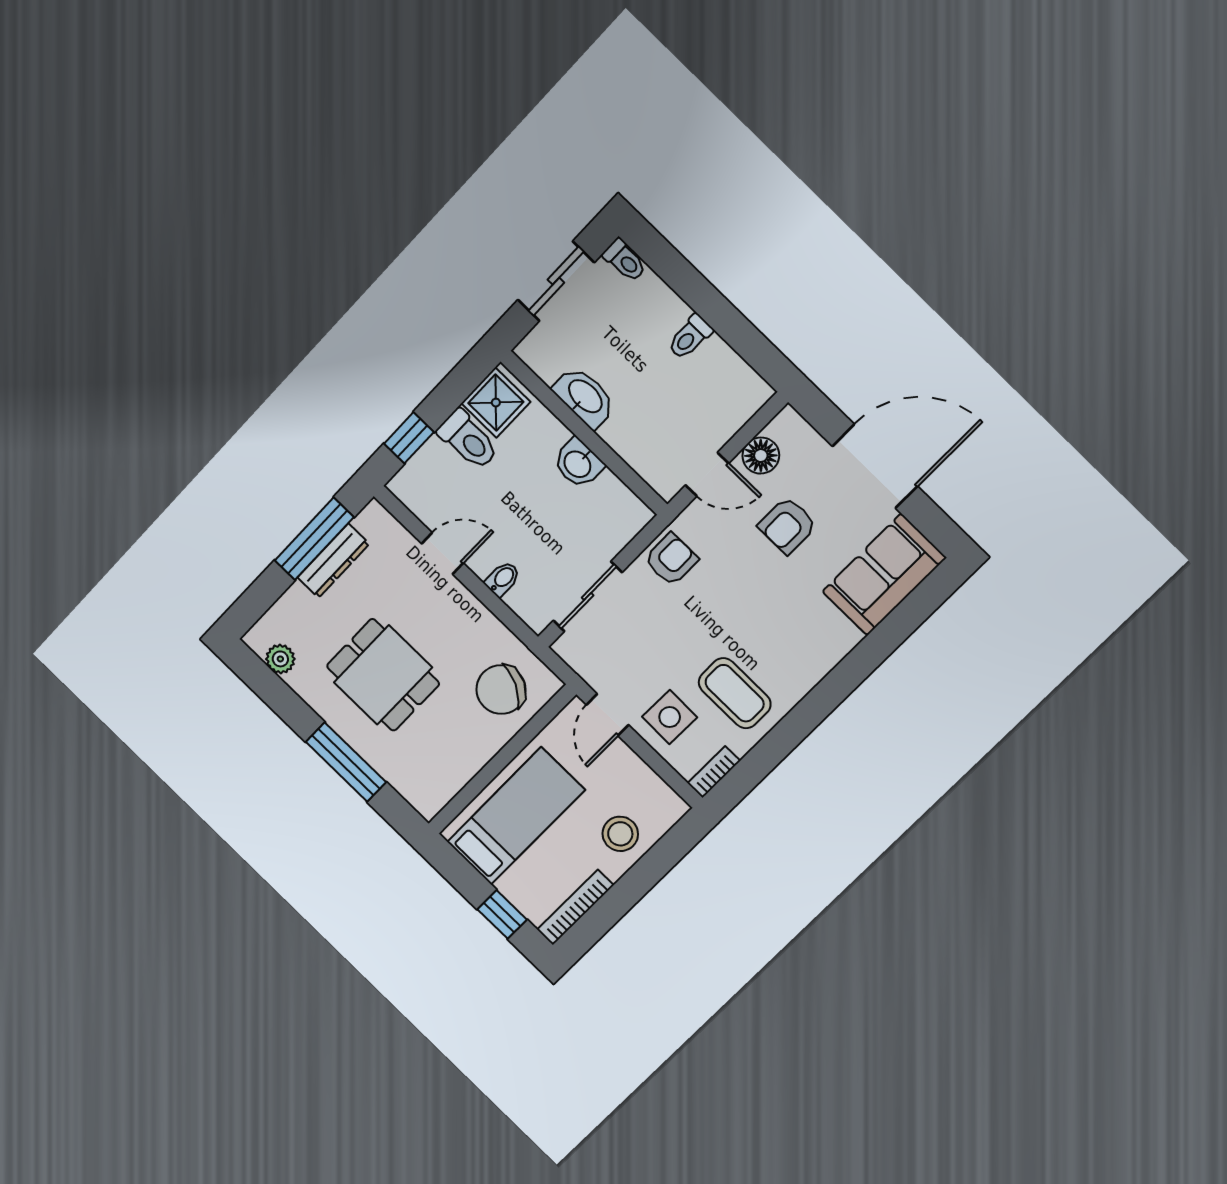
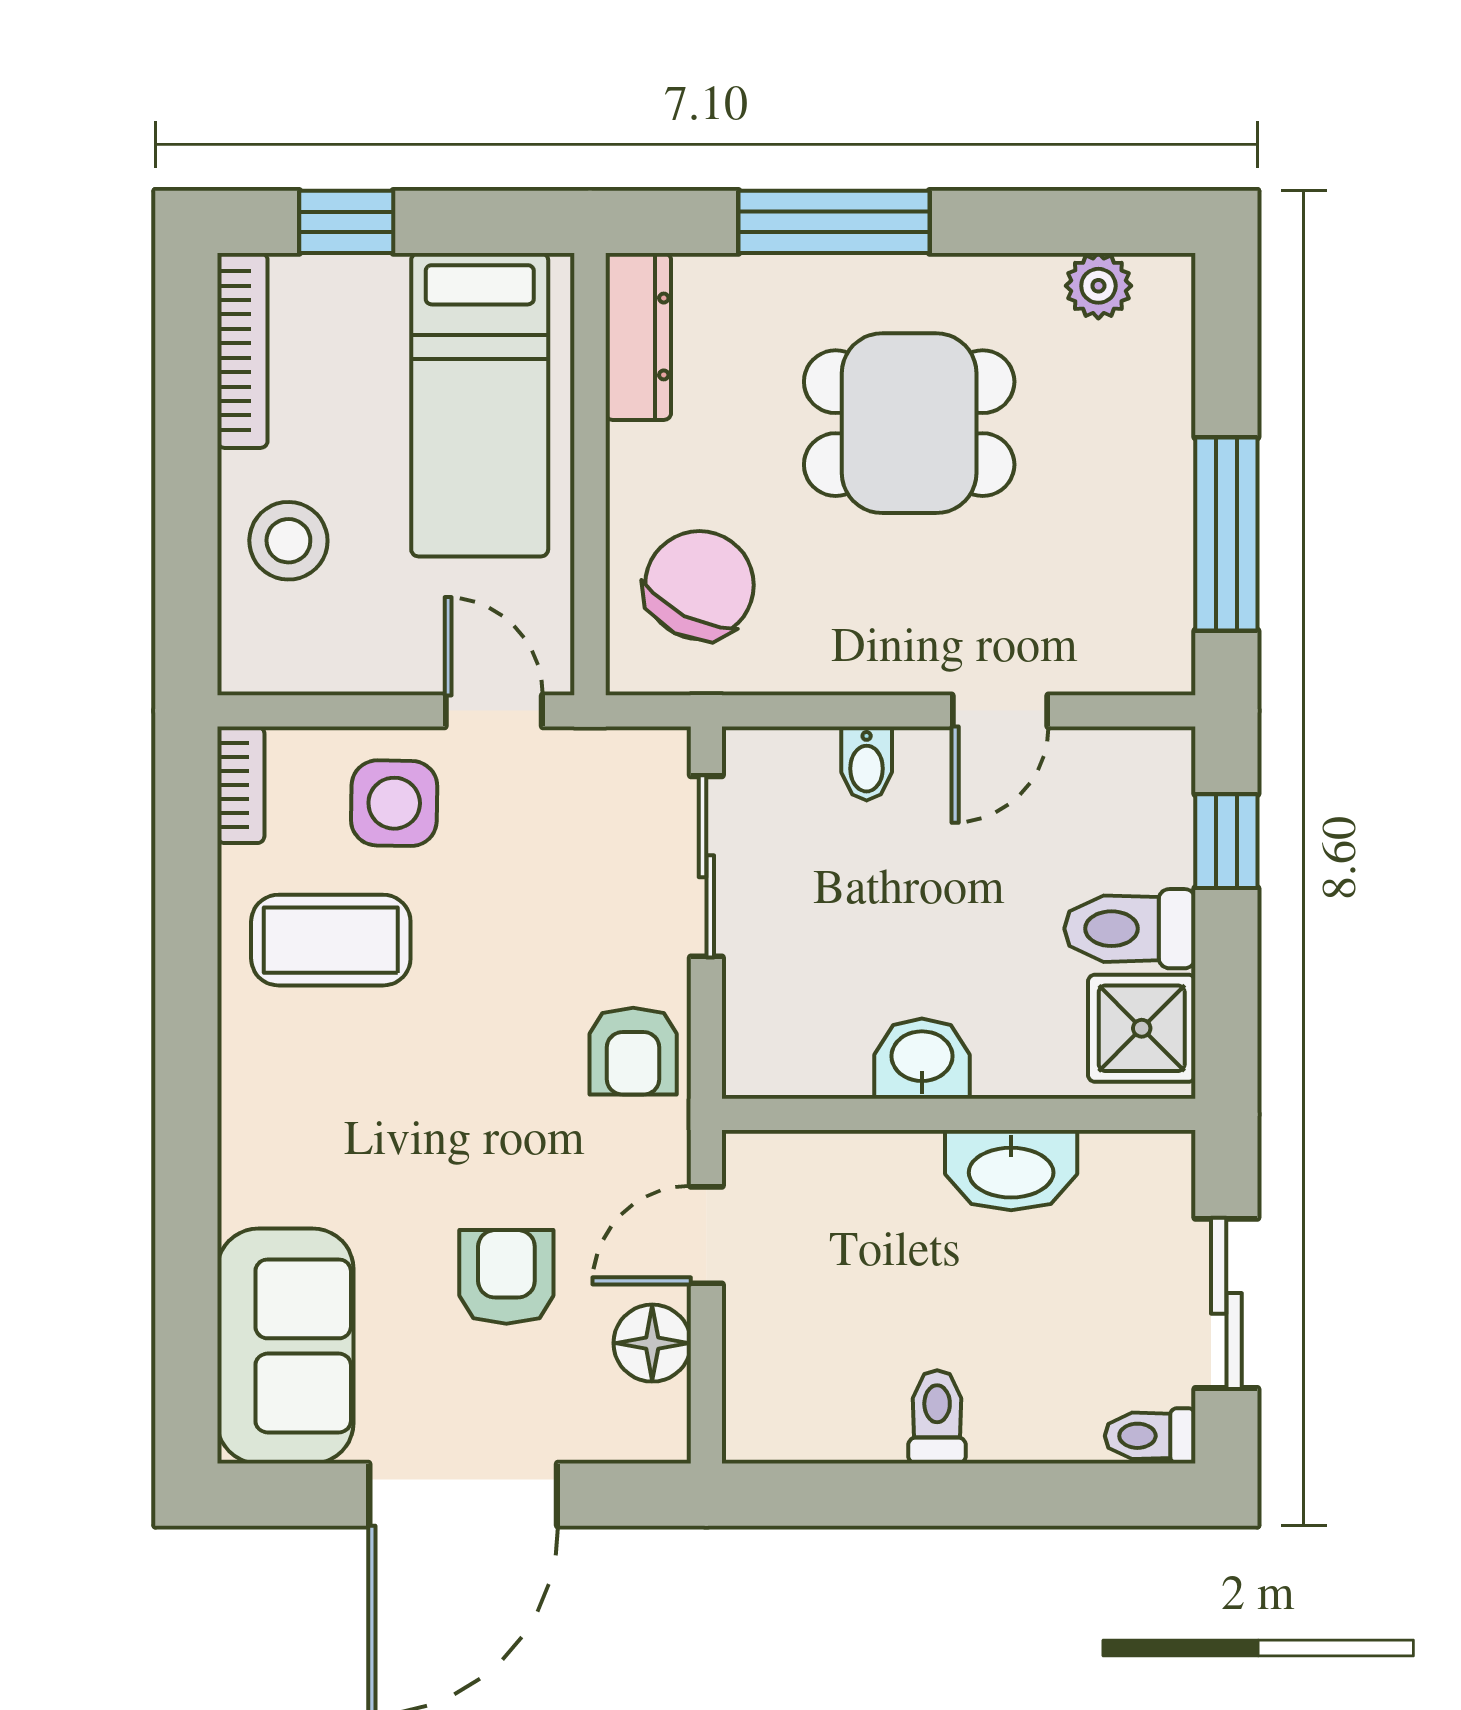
dresser: (333, 561) -> (638, 336), moved, turned 180

